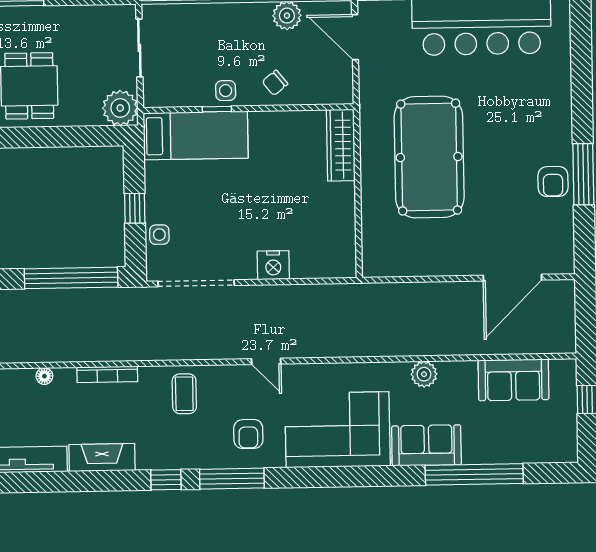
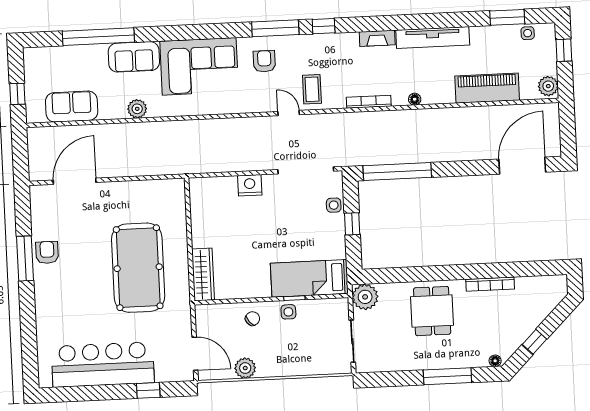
door: (266, 361) -> (289, 113), moved
fireplace: (102, 457) -> (377, 38), width x0.73, depth x0.76

